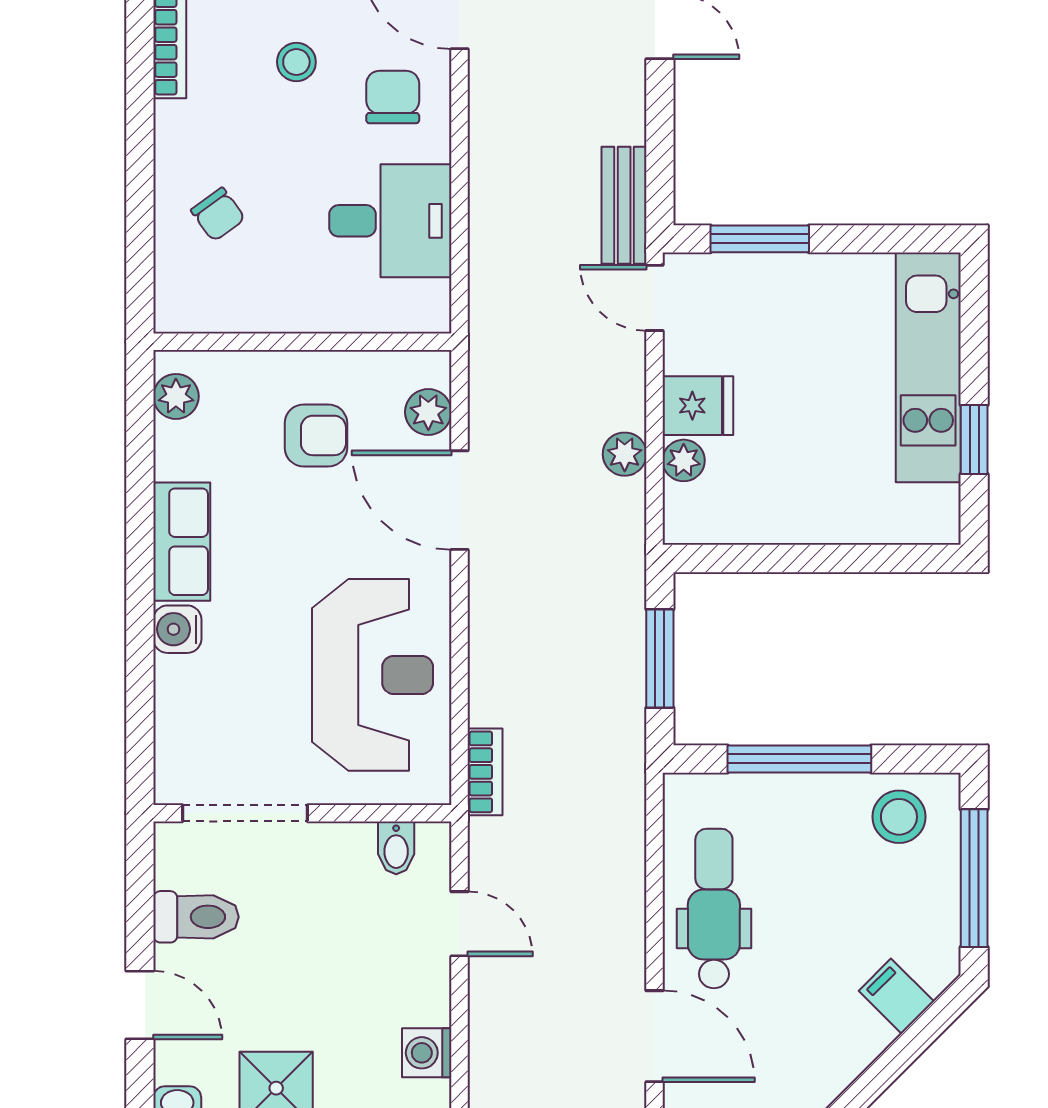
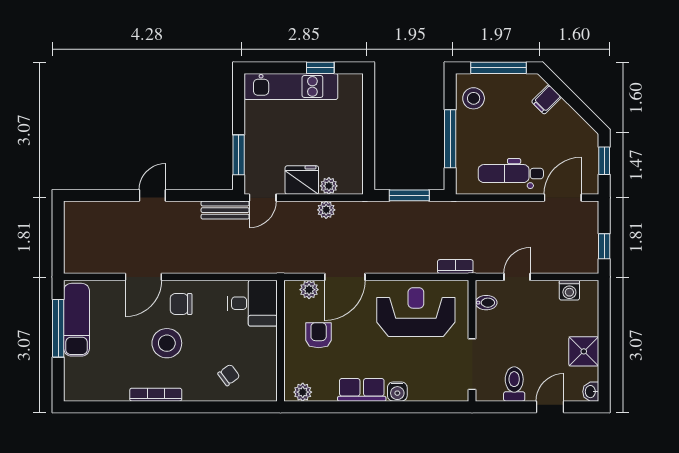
stool: (296, 62) -> (167, 343), width x1.89, depth x1.89
desk: (390, 221) -> (252, 303), moved, turned 90
fridge: (698, 406) -> (302, 180), width x1.38

